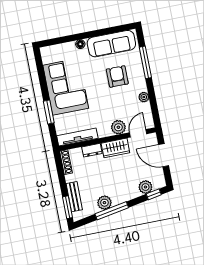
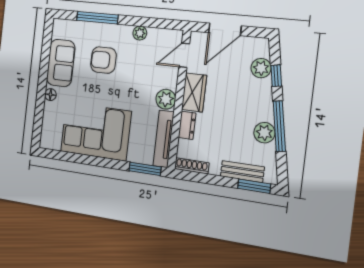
sofa: (111, 44) -> (61, 63), width x0.73
window: (49, 112) -> (145, 169), moved
plant: (118, 127) -> (166, 99), moved
door: (138, 133) -> (184, 55), hinge flipped
window: (154, 194) -> (276, 76), moved

